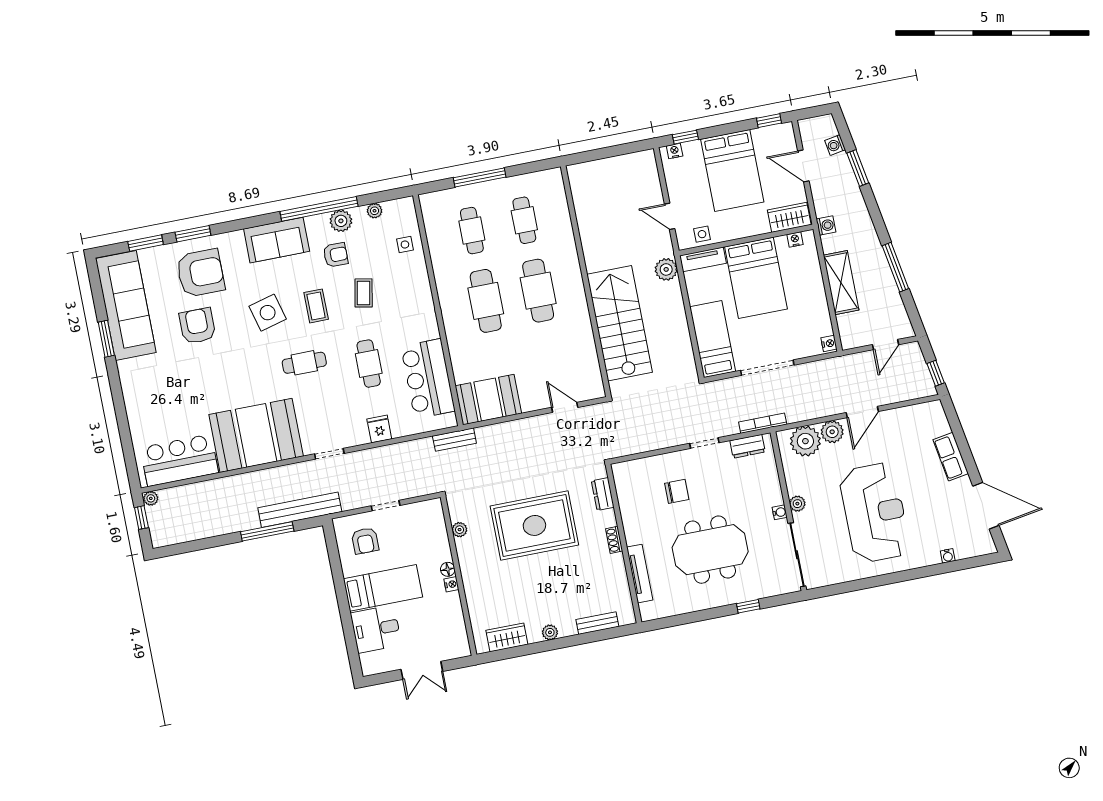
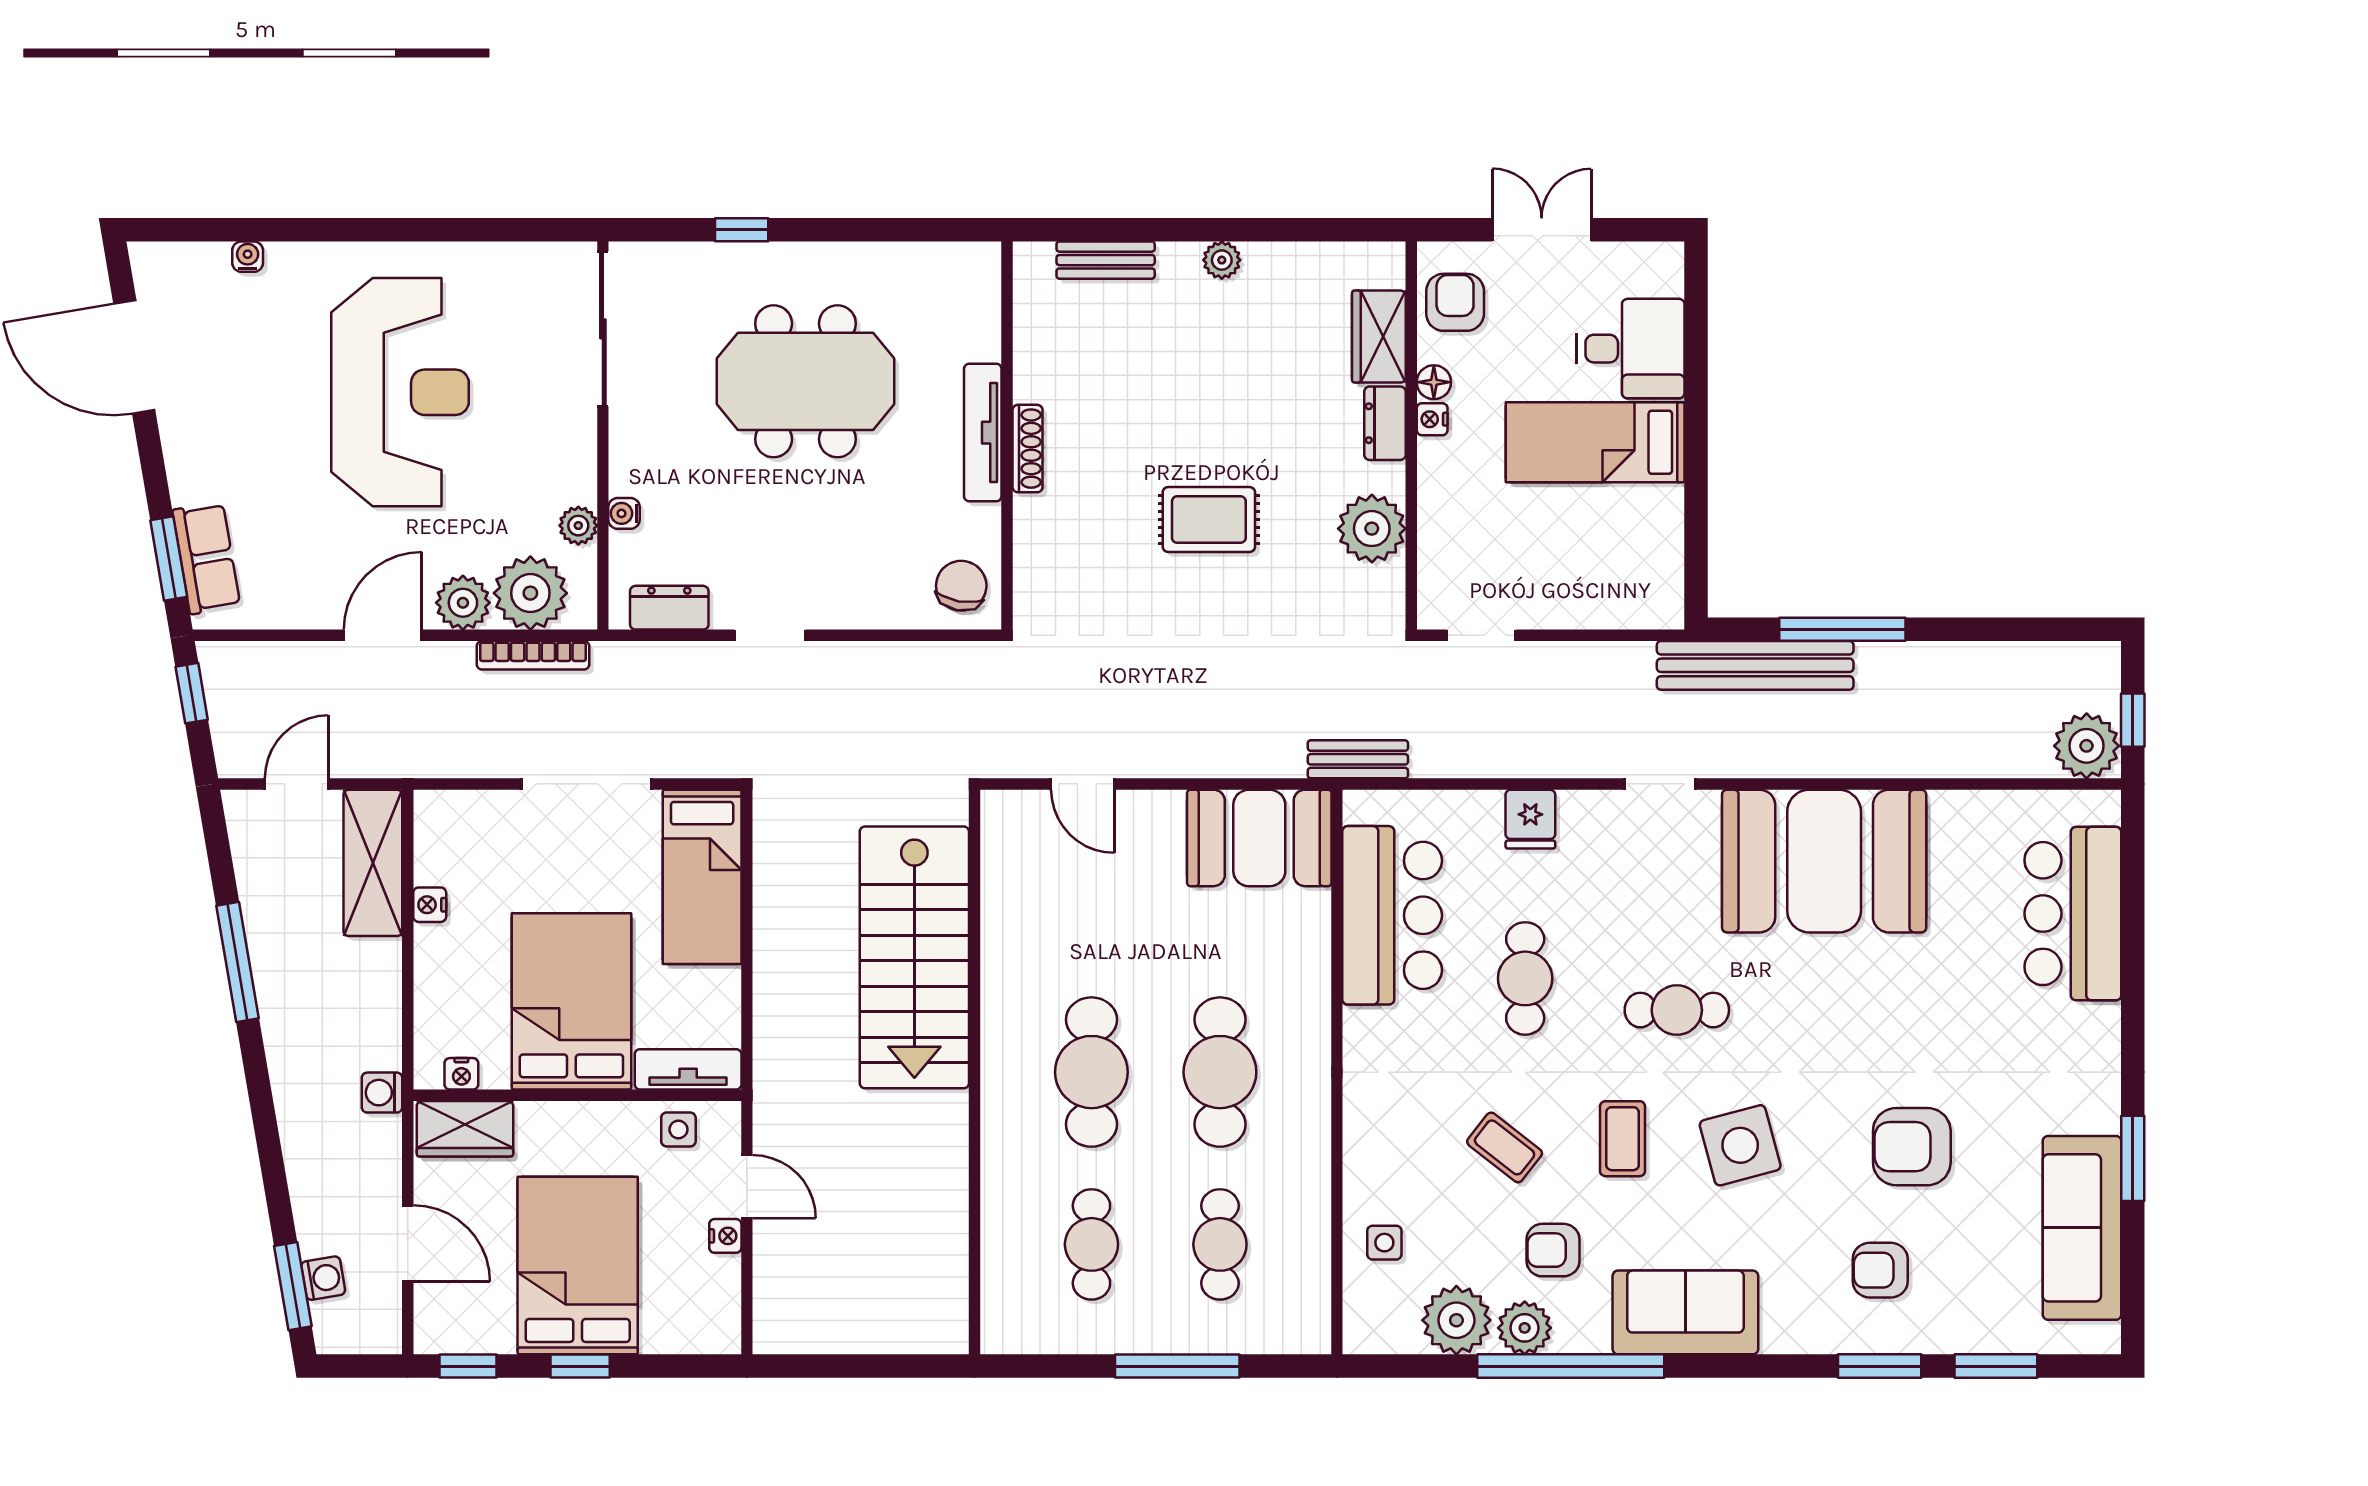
window: (685, 137) -> (580, 1366), moved
nightstand: (675, 151) -> (725, 1236), moved, turned -90
window: (858, 168) -> (293, 1286), moved
plant: (375, 211) -> (1456, 1320), width x1.87, depth x1.87
plant: (666, 269) -> (780, 1063), removed
armchair: (200, 273) -> (1880, 1270), width x0.53, depth x0.53
shelving: (841, 283) -> (373, 863), moved
coffee table: (364, 293) -> (1505, 1147), turned -63
sofa: (126, 305) -> (2082, 1228), width x0.74, depth x0.79
armchair: (197, 326) -> (1912, 1147), turned 90
nightstand: (829, 343) -> (430, 905), moved
bookcase: (763, 423) -> (533, 655), moved
window: (956, 426) -> (169, 559), added
row of seats: (951, 457) -> (206, 558), moved
bar counter: (179, 460) -> (2073, 914), moved, turned 90
chair: (677, 491) -> (961, 586), moved, turned 100
dresser: (603, 494) -> (1385, 423), moved, turned 180
plant: (151, 498) -> (2087, 746), width x1.88, depth x1.88
plant: (797, 504) -> (578, 526), moved
doorway: (386, 506) -> (1481, 635), moved
water cooler: (780, 512) -> (624, 513), moved
reception desk: (875, 513) -> (400, 392), turned 180
rug: (534, 525) -> (1209, 520), width x0.54, depth x0.49
plant: (460, 530) -> (1372, 529), width x1.88, depth x1.88
shoe rack: (614, 540) -> (1028, 449), width x1.43
armchair: (365, 541) -> (1455, 302), moved
floor lamp: (448, 569) -> (1434, 382), moved
tv unit: (640, 574) -> (983, 433), moved
wardrobe: (507, 637) -> (1379, 337), moved, turned 90

